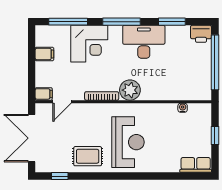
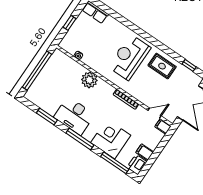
printer: (201, 34) -> (137, 165), moved, turned -90
plant: (130, 90) -> (89, 80), moved

